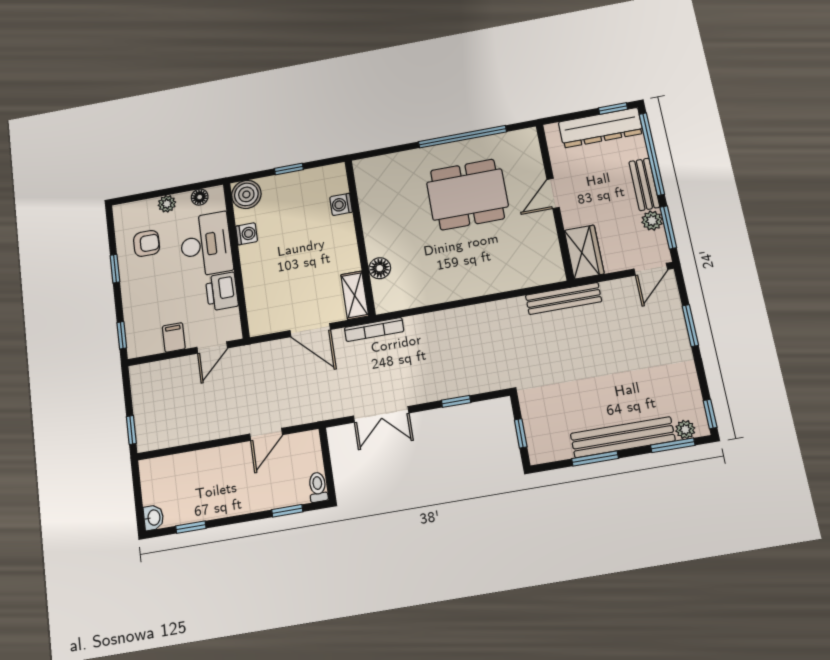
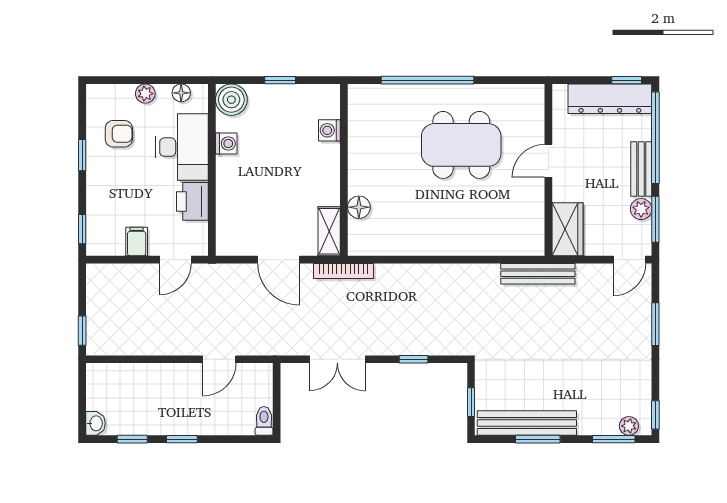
window: (462, 137) -> (427, 80), moved
bench: (623, 437) -> (527, 423), moved
window: (287, 511) -> (182, 439), moved

